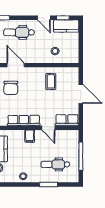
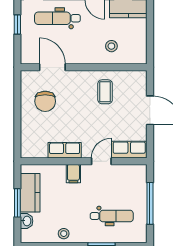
row of seats: (24, 121) -> (65, 150), width x0.68
door: (48, 128) -> (101, 161), swing flipped
dental chair: (55, 164) -> (112, 216), turned 180

